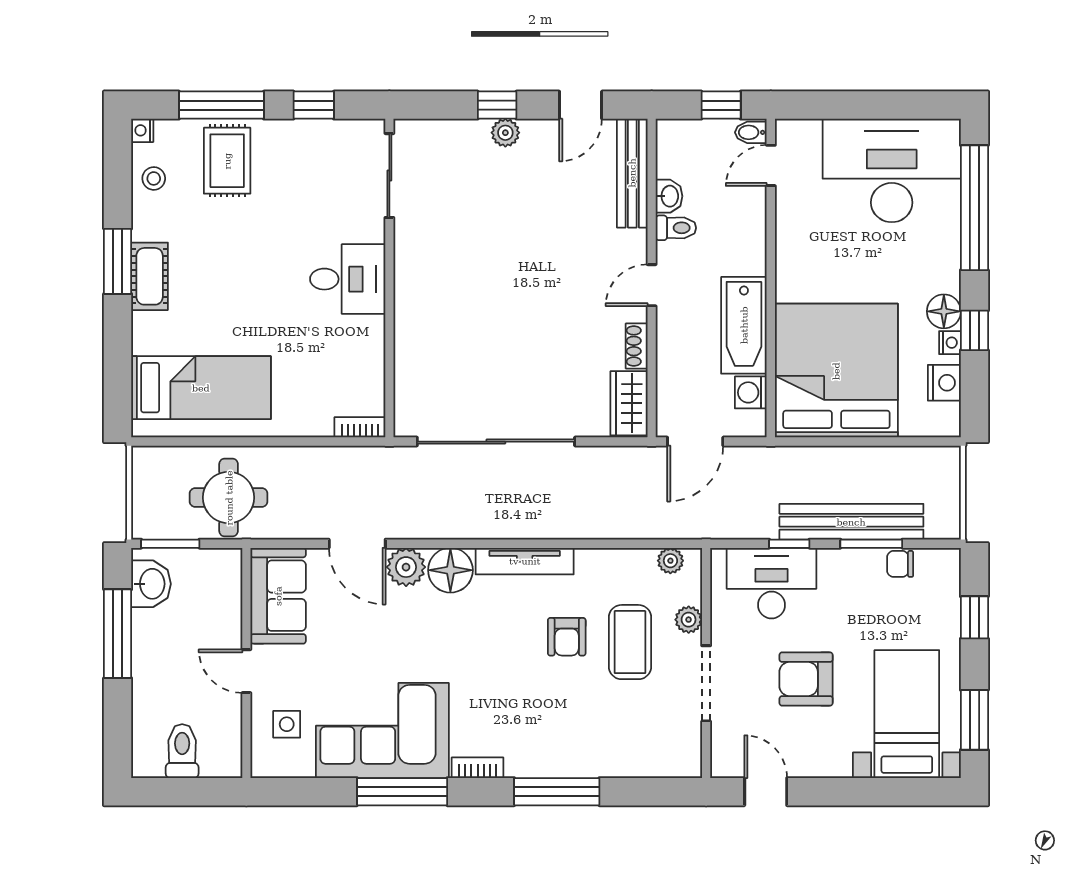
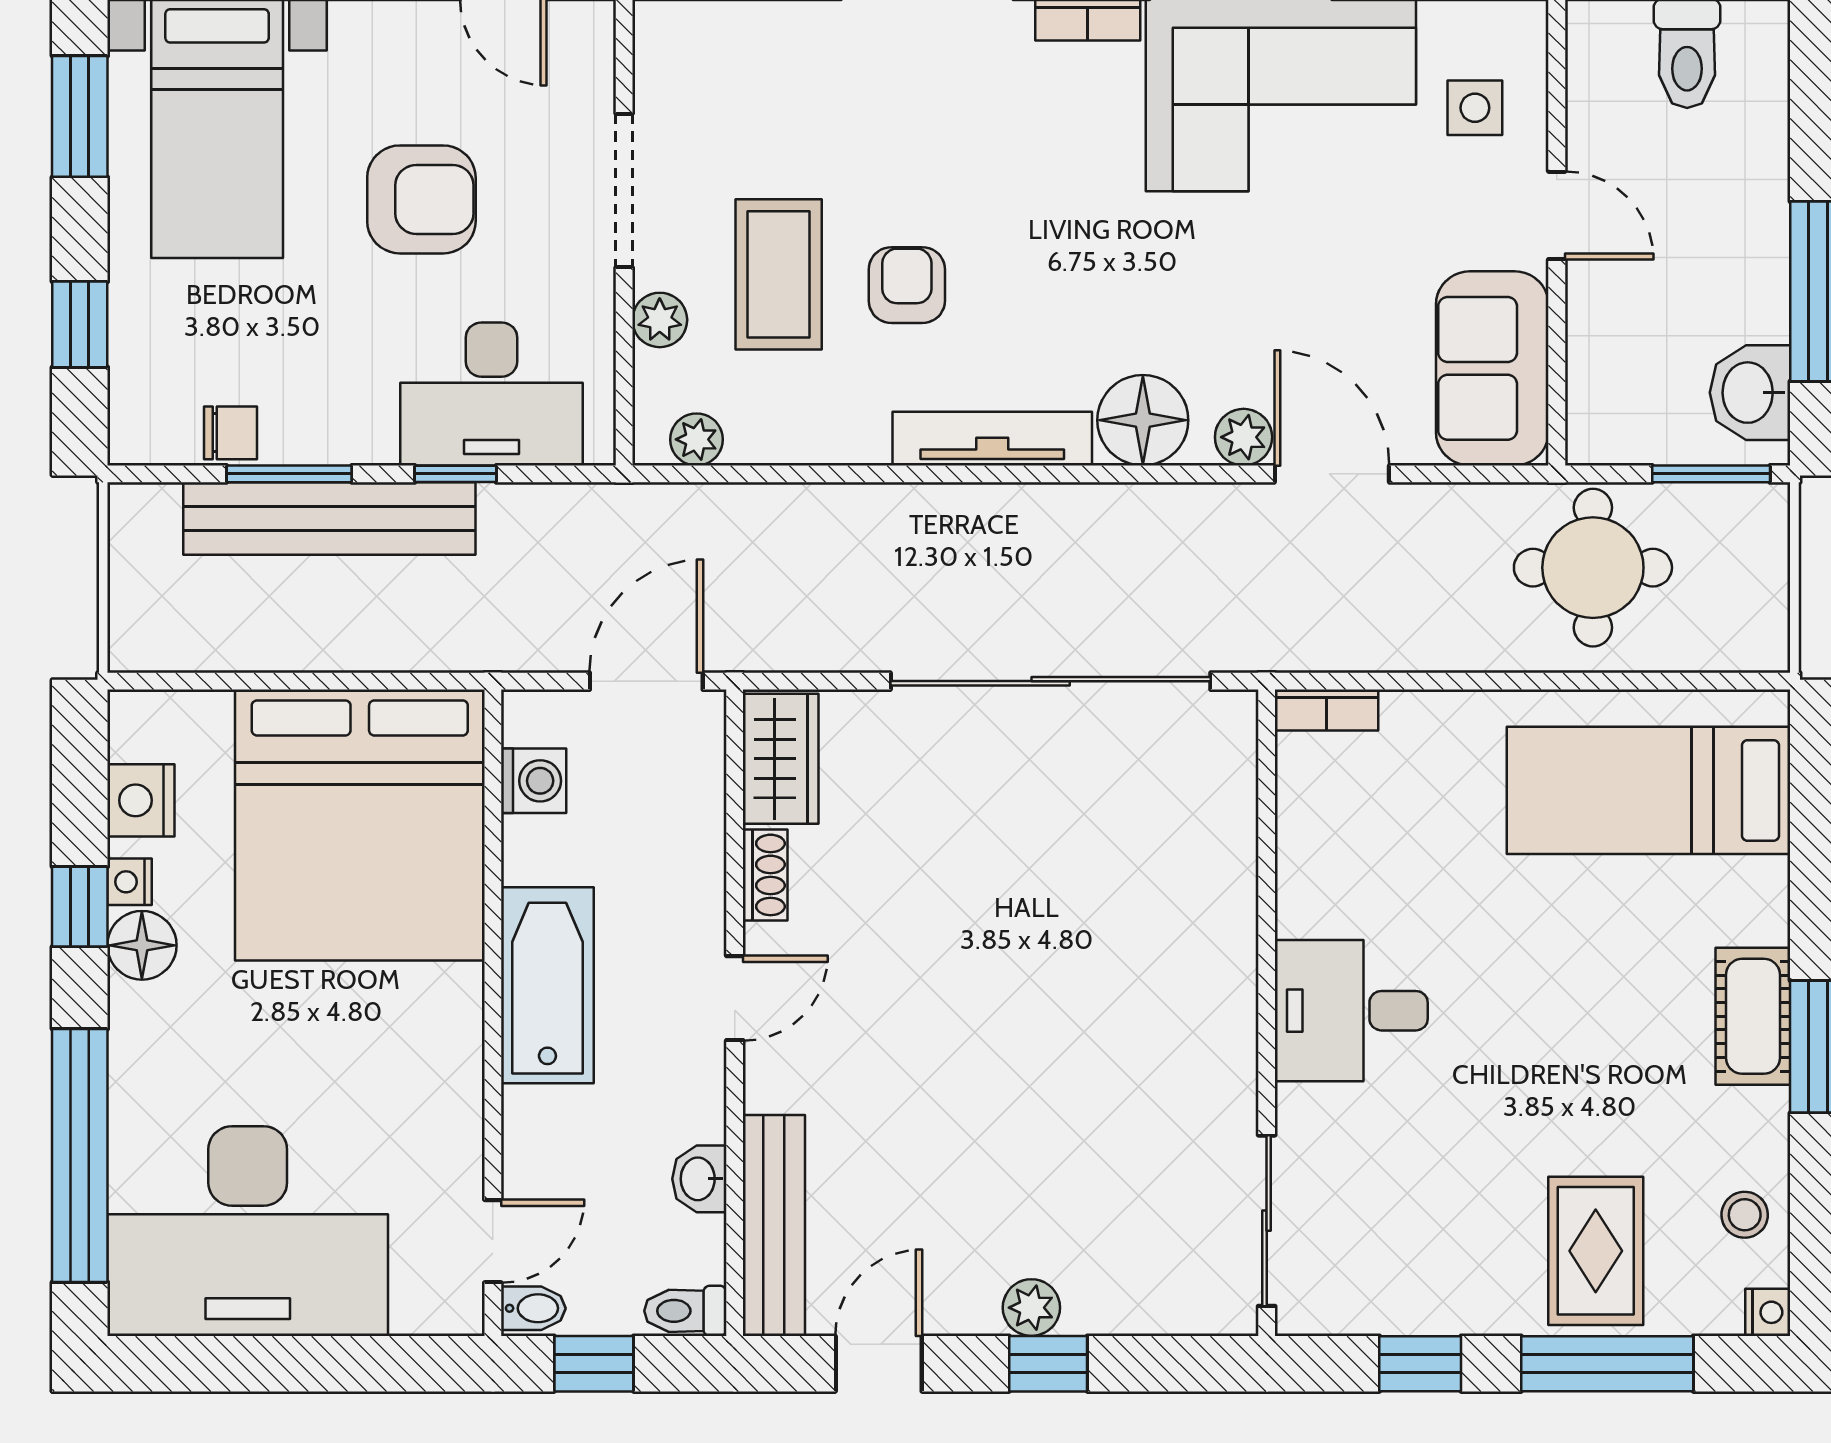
toilet: (676, 228) -> (685, 1311), moved
bathtub: (744, 325) -> (547, 985), moved
plant: (406, 567) -> (1244, 437), width x0.73, depth x0.73

